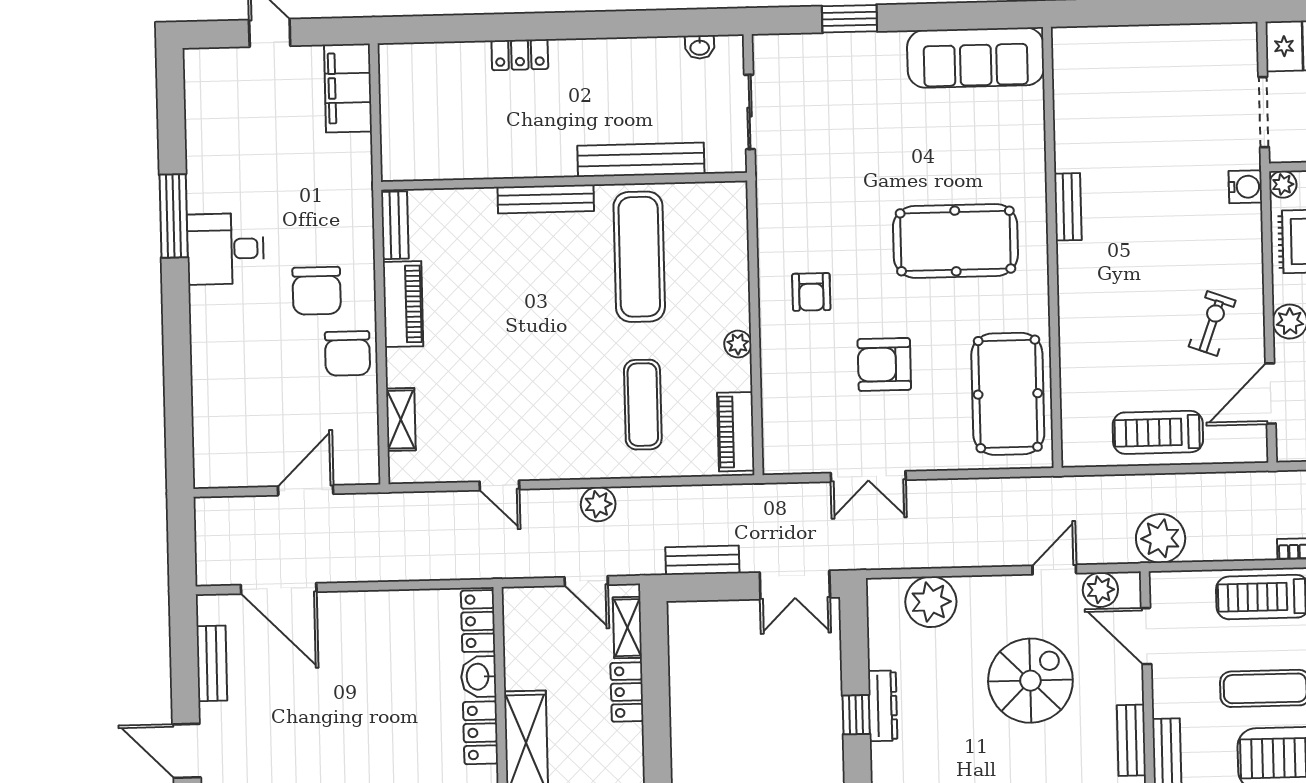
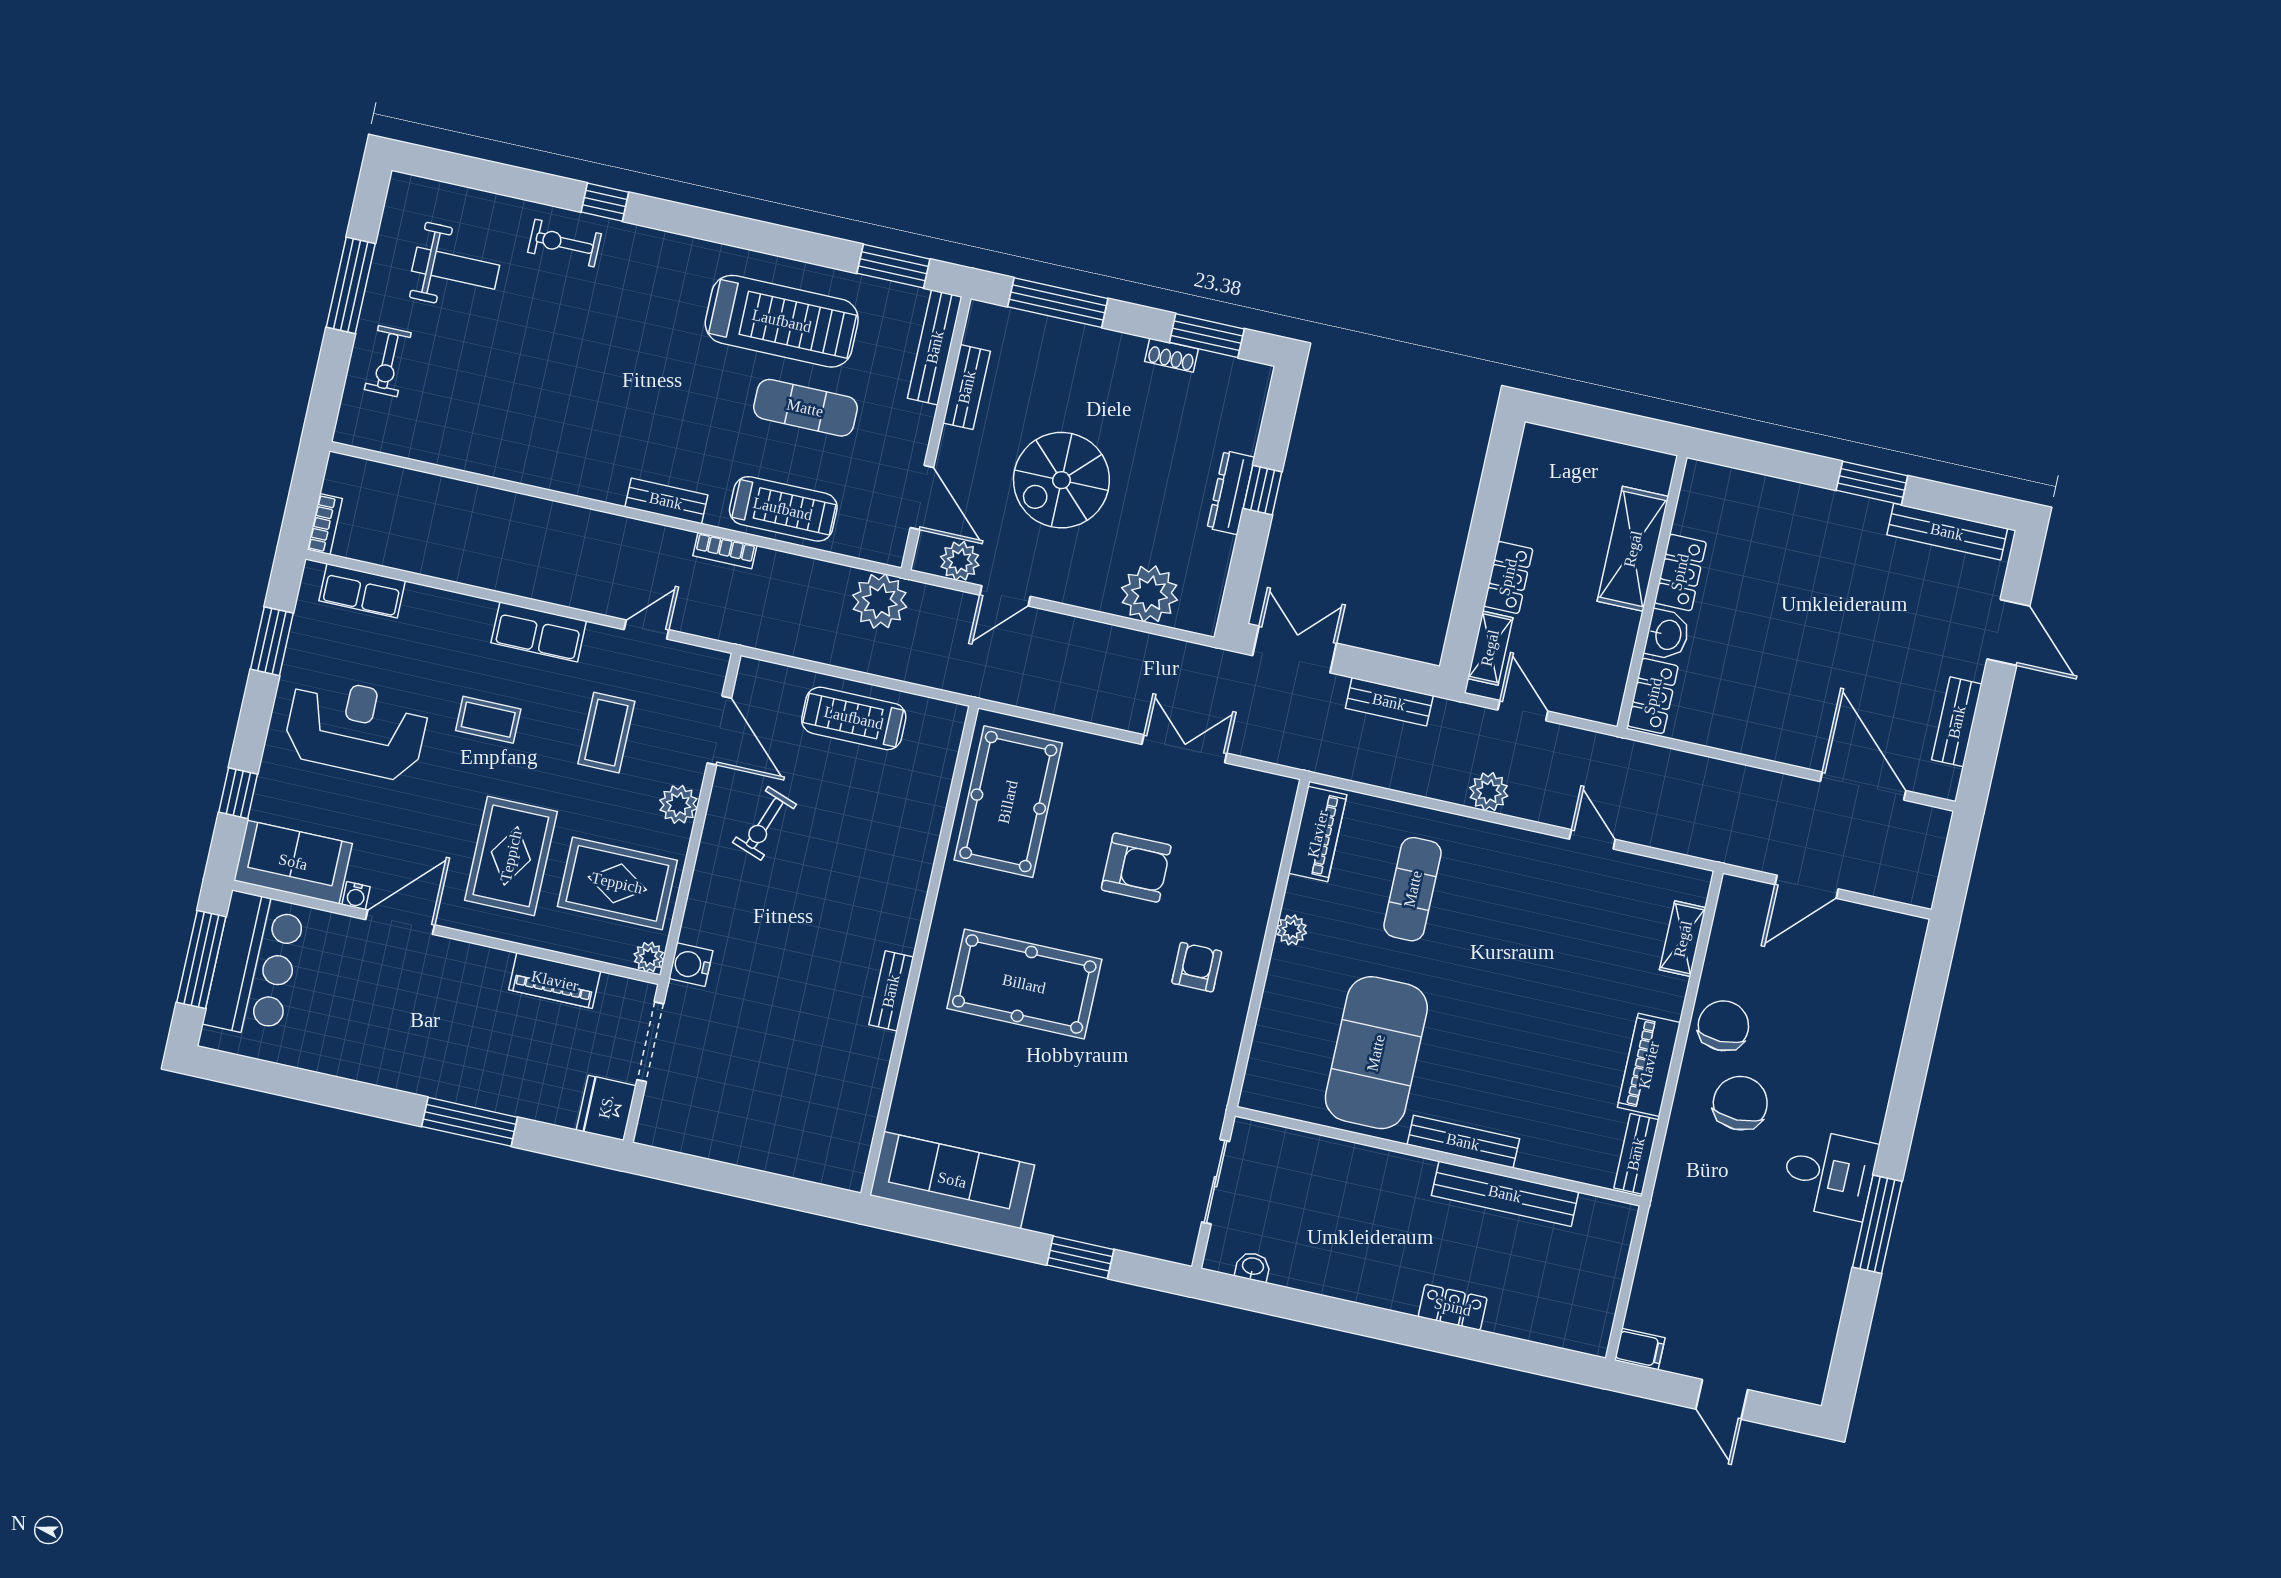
filing cabinet: (348, 88) -> (1640, 1349), width x0.33, depth x0.86
bench: (641, 160) -> (1505, 1194), moved
exercise mat: (639, 257) -> (1376, 1053), width x1.47
door: (1271, 393) -> (719, 731), hinge flipped
treadmill: (1158, 432) -> (854, 718), turned 180

